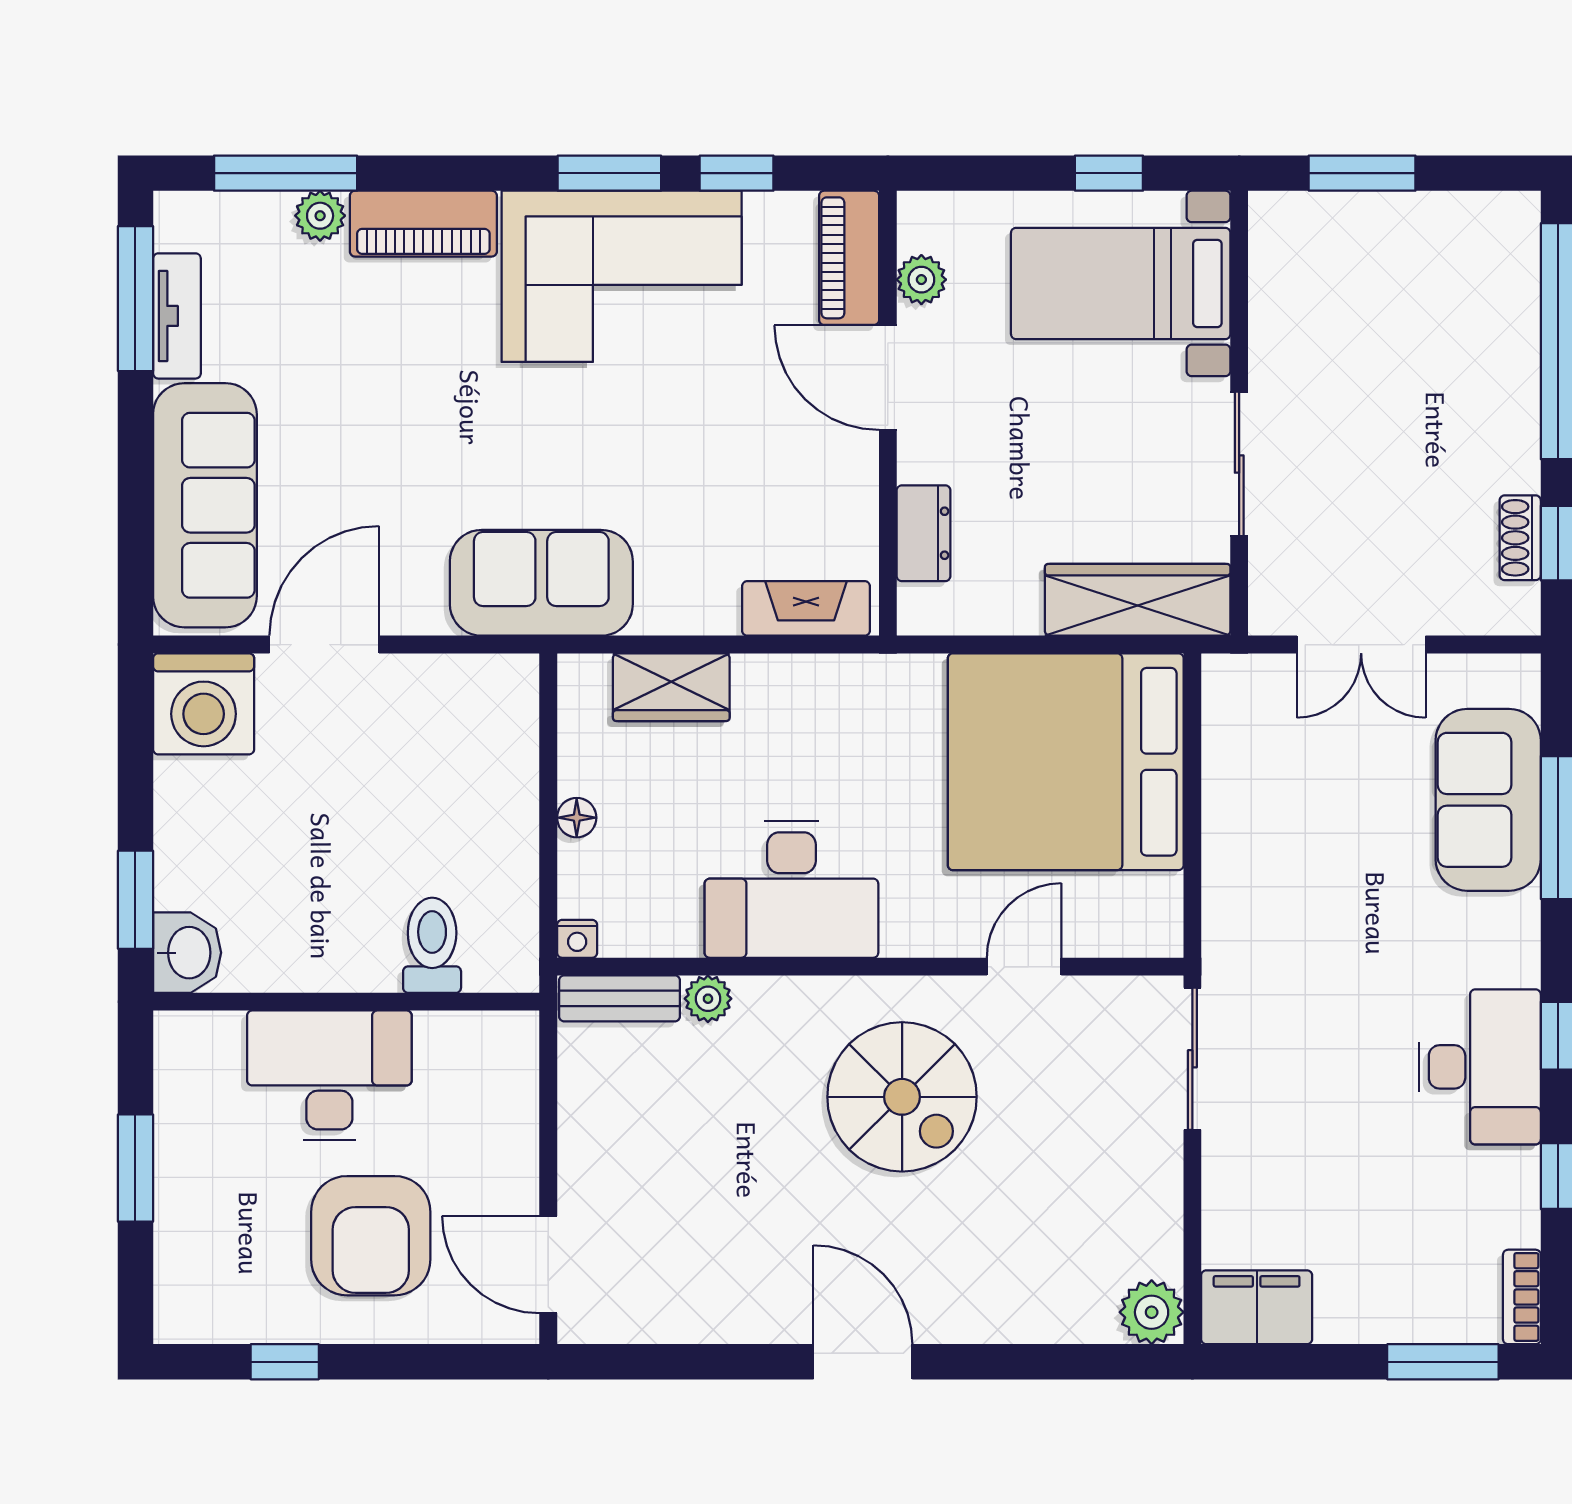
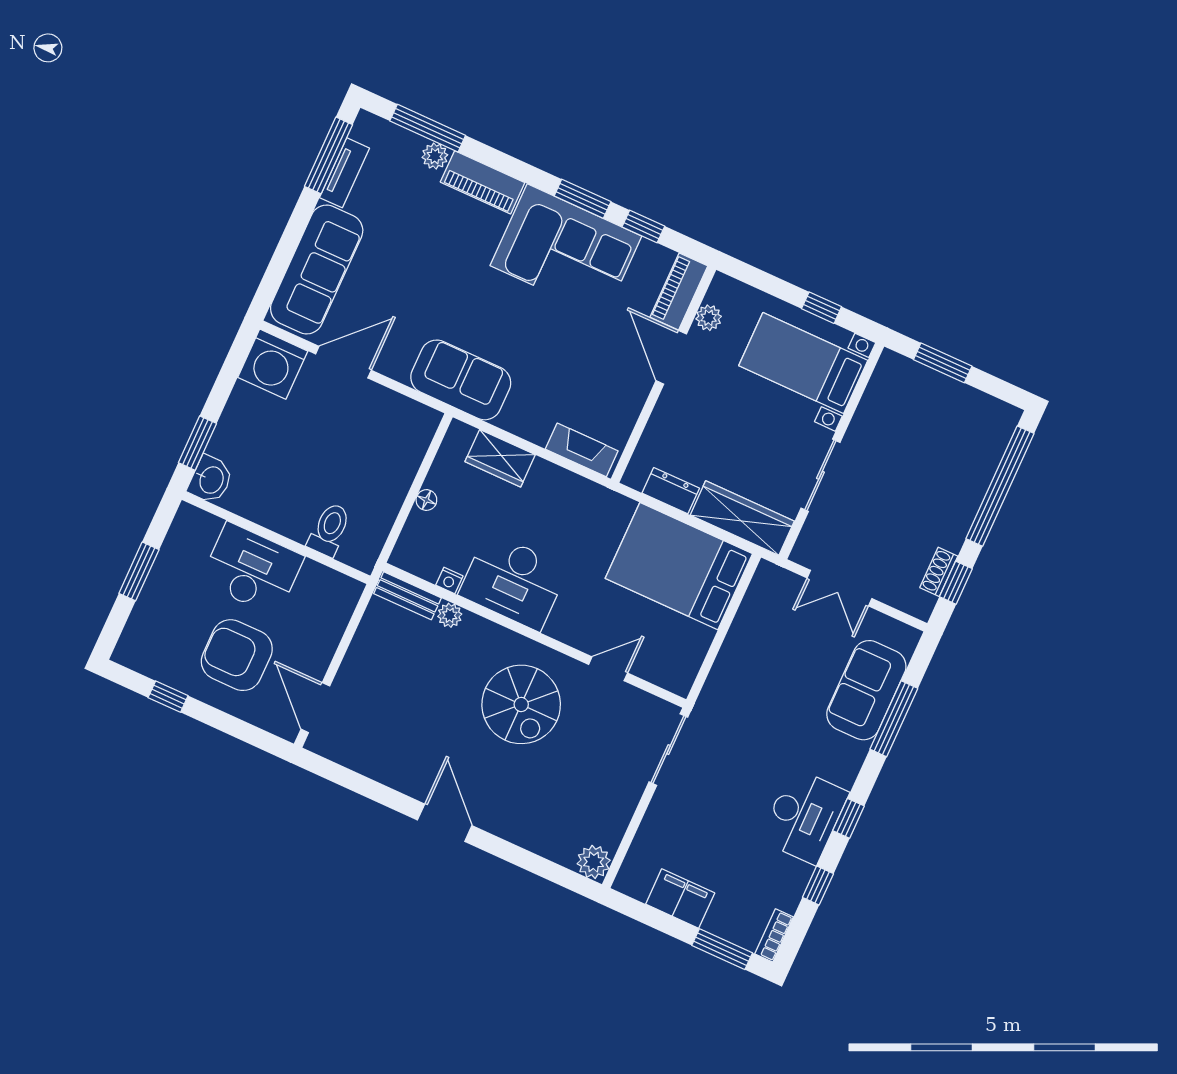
dresser: (924, 533) -> (671, 491), moved, turned -90
bed: (1066, 762) -> (679, 566), width x0.73
nightstand: (577, 939) -> (449, 580), moved
armchair: (371, 1236) -> (237, 655), turned 90
filing cabinet: (1257, 1307) -> (680, 899), moved

